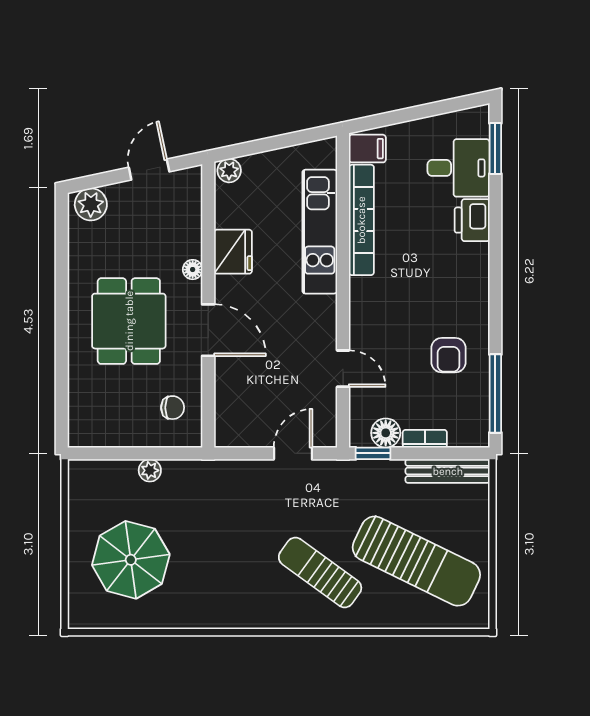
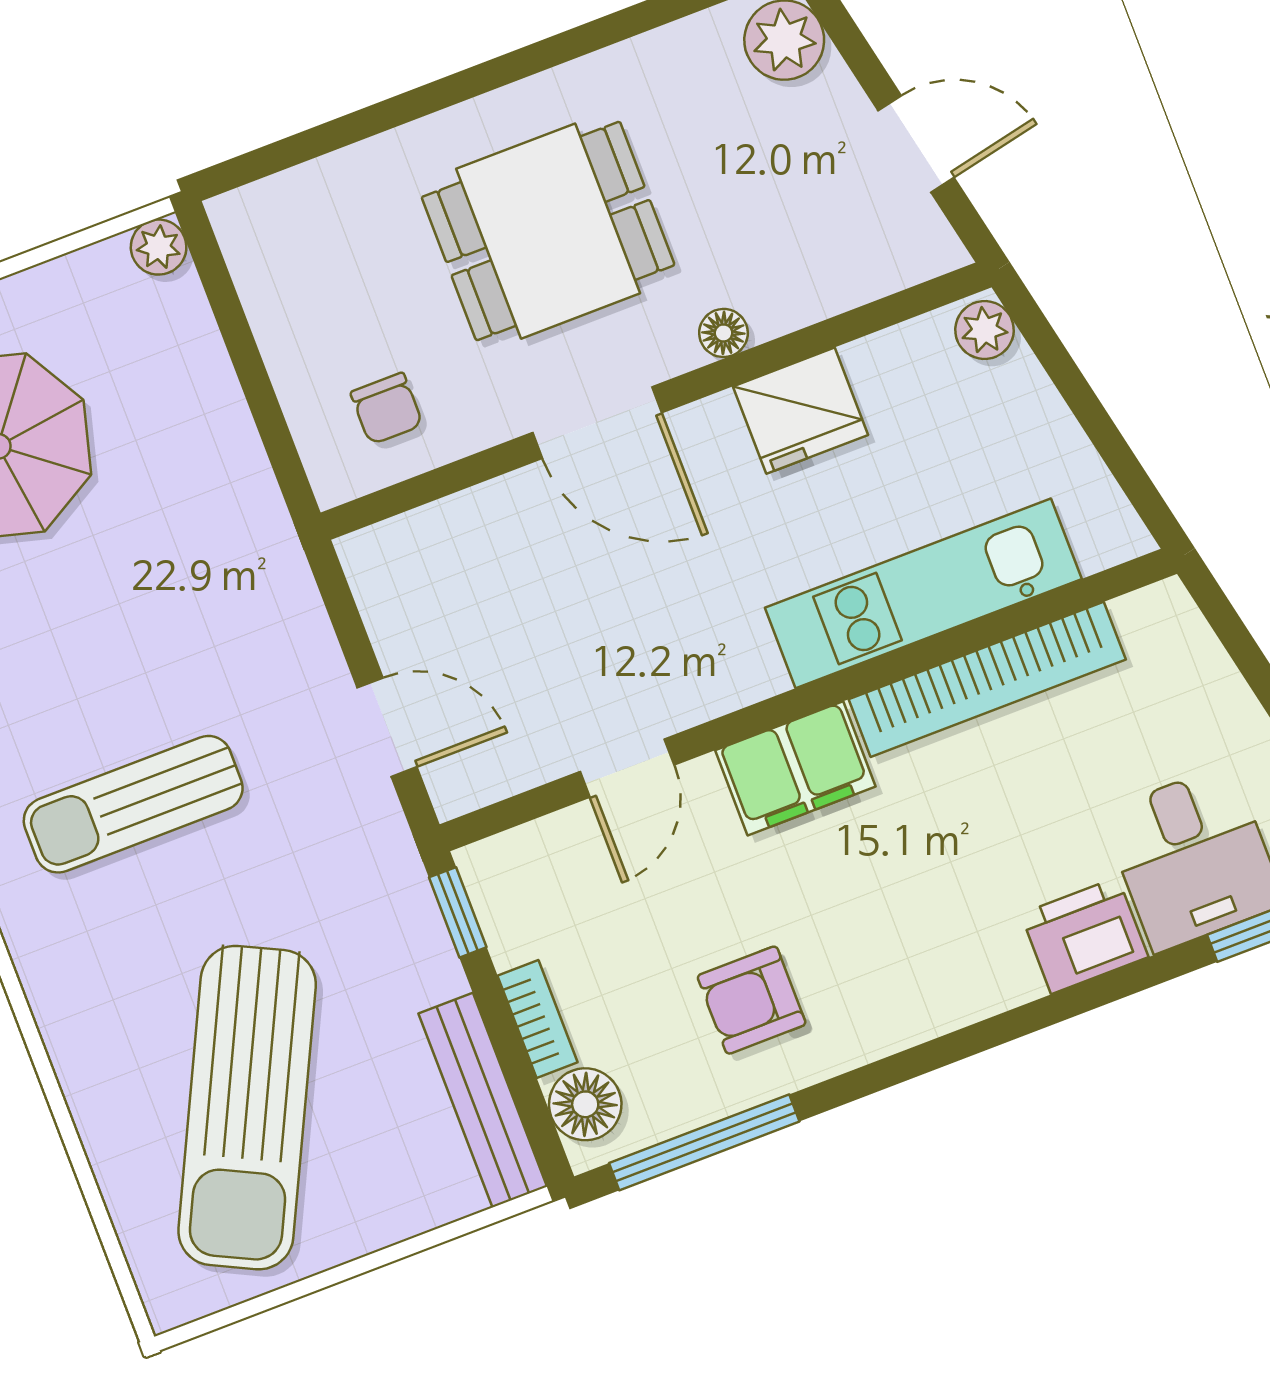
filing cabinet: (367, 149) -> (795, 768), moved, width x2.00
door: (208, 330) -> (597, 423), hinge flipped
floor lamp: (386, 433) -> (585, 1104), moved
plant: (150, 470) -> (159, 247), moved
sun lounger: (320, 573) -> (133, 804), moved, turned -126

